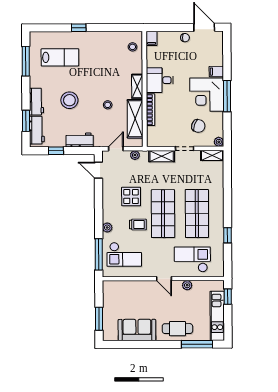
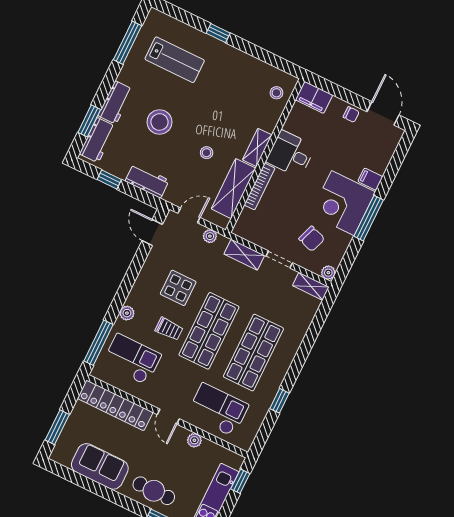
filing cabinet: (152, 38) -> (314, 97), width x2.00
checkout: (124, 254) -> (132, 359), turned 180
locker: (128, 288) -> (115, 405), added

